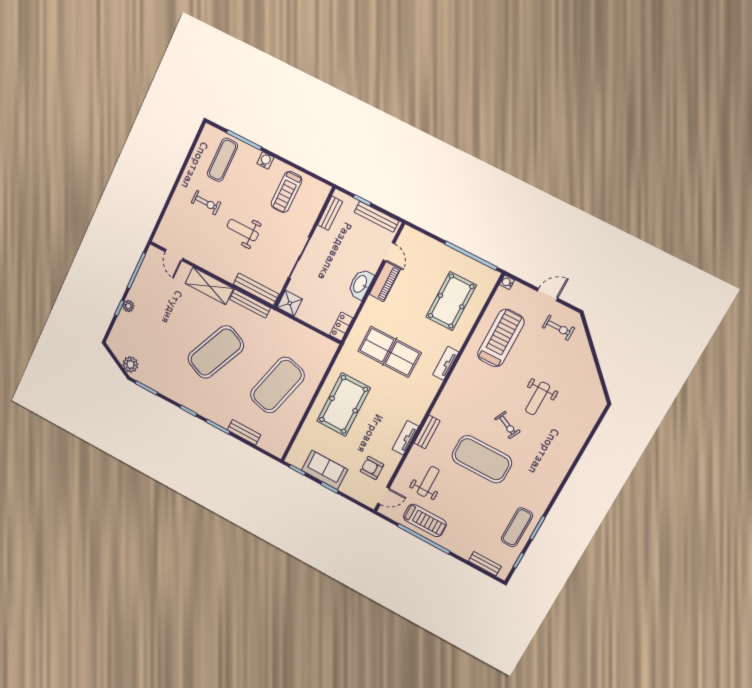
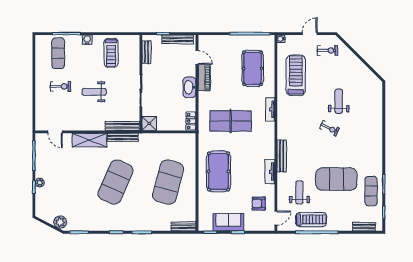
weight bench: (538, 398) -> (339, 101), turned 180
bench: (244, 432) -> (183, 226), moved
bench: (427, 432) -> (282, 156), width x1.36
exercise mat: (482, 459) -> (336, 179), moved

